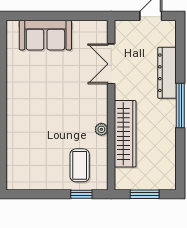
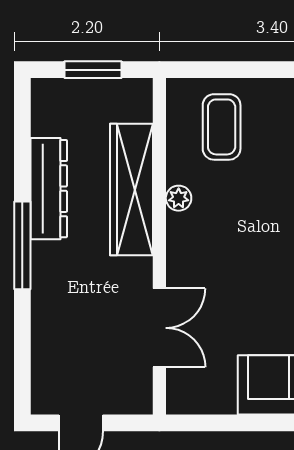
dresser: (167, 73) -> (49, 189), moved
window: (81, 194) -> (218, 70), removed

